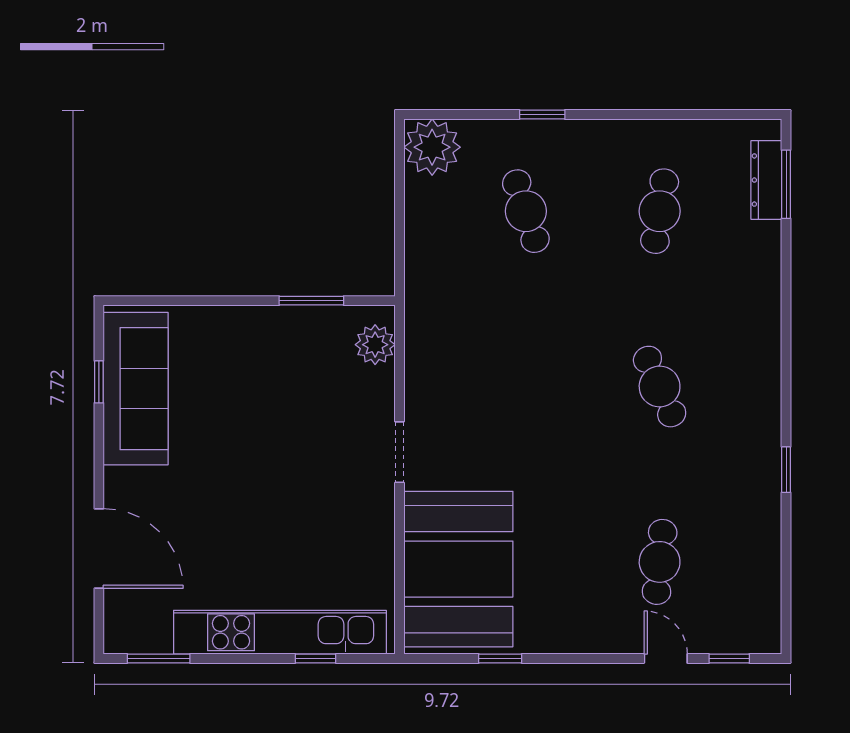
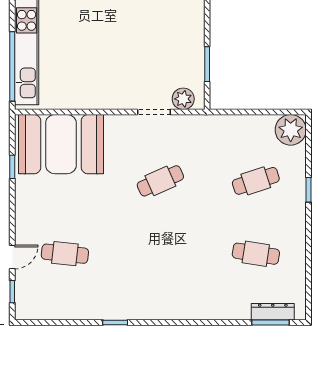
cafe table: (660, 387) -> (160, 181), moved
doorway: (399, 452) -> (154, 112), moved
window: (316, 659) -> (12, 66), width x3.17

